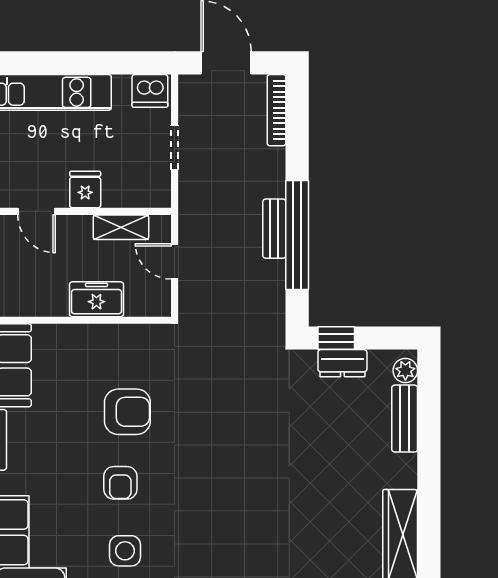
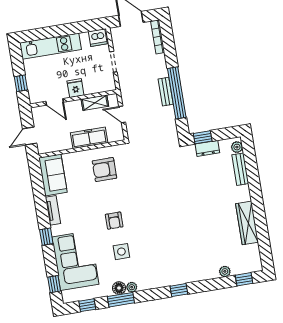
freezer: (96, 299) -> (89, 138), width x1.40
armchair: (127, 412) -> (104, 170), moved, turned 180

